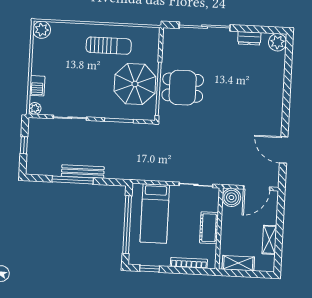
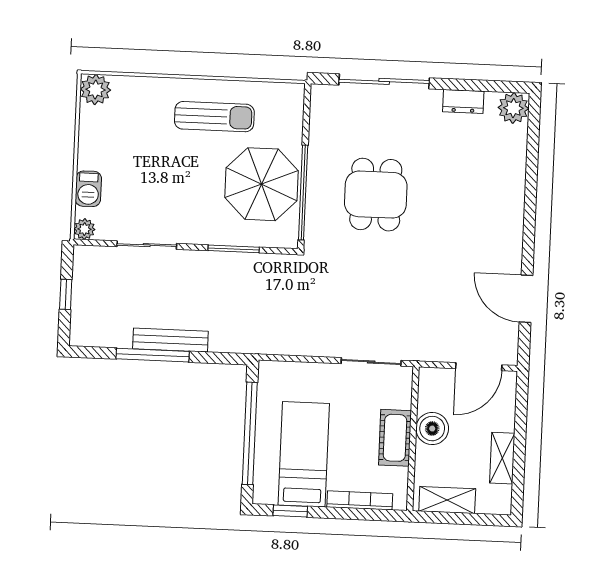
dining table: (183, 88) -> (376, 195), moved, turned 90
boiler: (231, 198) -> (432, 429), moved
bed: (155, 214) -> (304, 454), moved, turned 180

